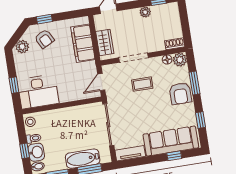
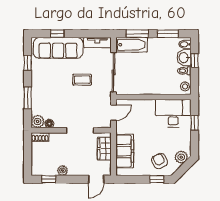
coffee table: (142, 84) -> (82, 80), moved
armchair: (180, 94) -> (42, 90), removed
bathtub: (83, 159) -> (132, 45), moved

